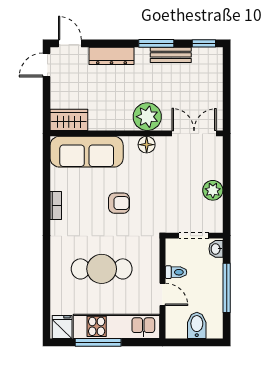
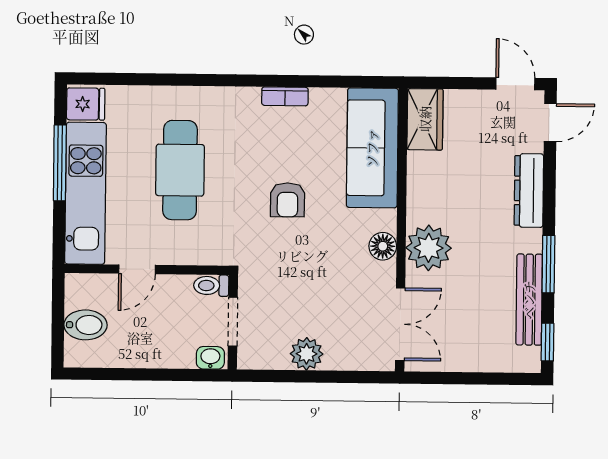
bench: (171, 55) -> (529, 300), width x1.36
toilet: (176, 272) -> (211, 286), moved, turned 90
window: (227, 288) -> (146, 374), removed

